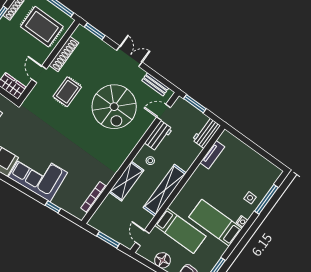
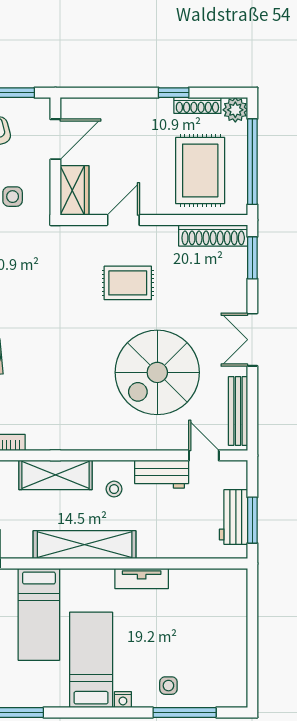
shoe rack: (64, 54) -> (213, 235), moved
double door: (129, 56) -> (252, 340), swing flipped
bench: (155, 84) -> (238, 411), width x1.36
window: (195, 104) -> (252, 520), moved
workbench: (206, 133) -> (234, 517), moved, turned -90
tv unit: (212, 155) -> (142, 579), moved

